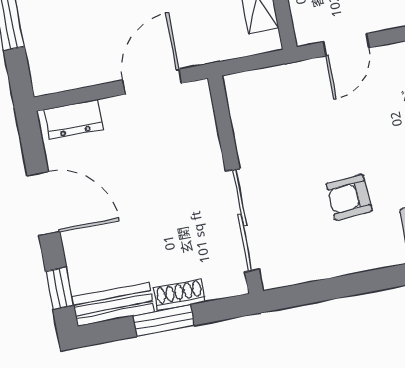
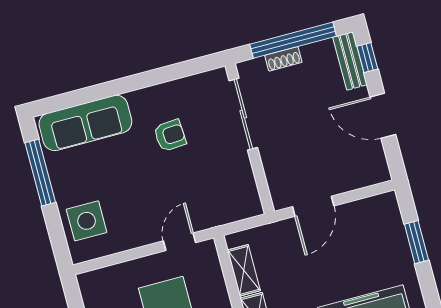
dresser: (73, 119) -> (366, 176), removed
bench: (113, 304) -> (350, 61), moved, turned 90
window: (164, 321) -> (293, 40), width x2.11

